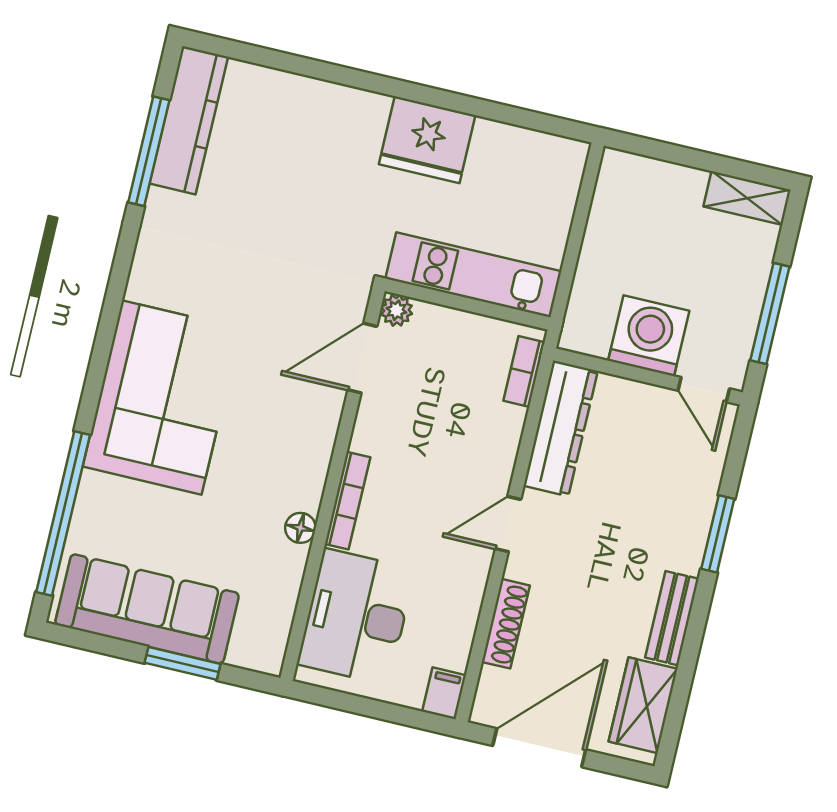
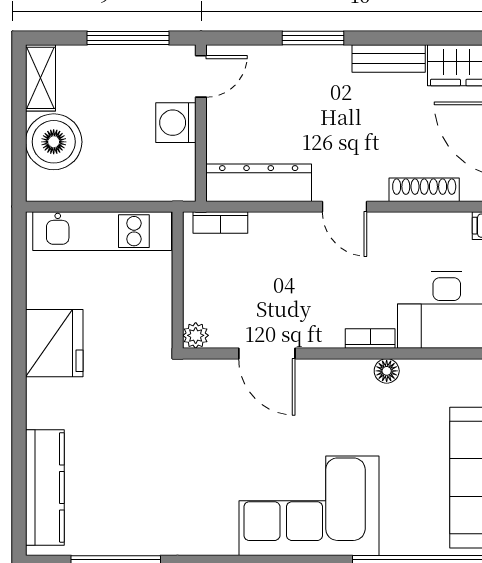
kitchen counter: (189, 120) -> (45, 487), moved, turned 90
boiler: (667, 196) -> (54, 142), added
kitchen unit: (473, 275) -> (102, 231), moved, turned -90
washing machine: (649, 336) -> (176, 123), width x0.73, depth x0.73
door: (362, 358) -> (267, 354), moved
bookcase: (348, 501) -> (370, 339), width x0.64

